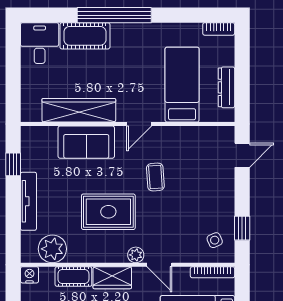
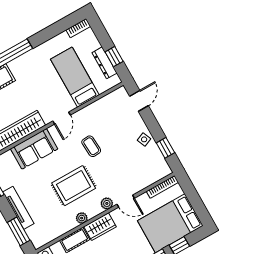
window: (242, 86) -> (114, 57), added
window: (13, 229) -> (19, 231), added
side table: (215, 240) -> (144, 139), moved
plant: (52, 249) -> (82, 218), moved, width x0.53, depth x0.53

